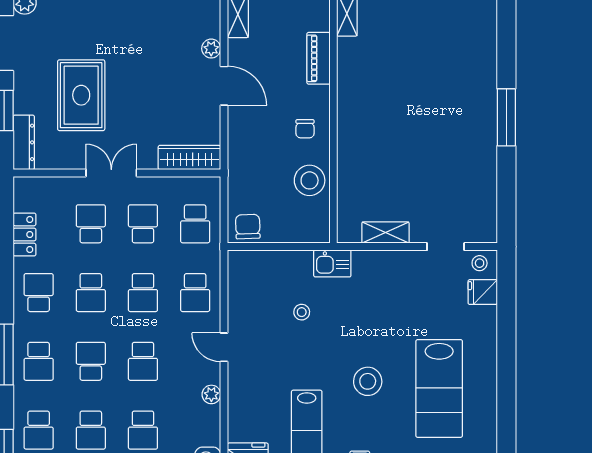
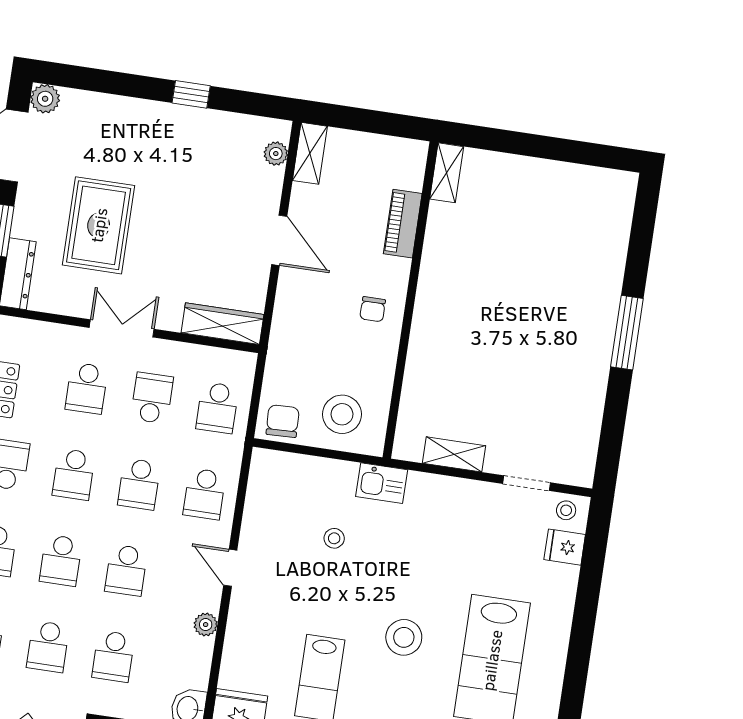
plant: (211, 49) -> (276, 154), moved
stool: (310, 180) -> (342, 414), moved
school desk: (91, 224) -> (87, 388), turned 180
school desk: (91, 361) -> (61, 560), turned 180

